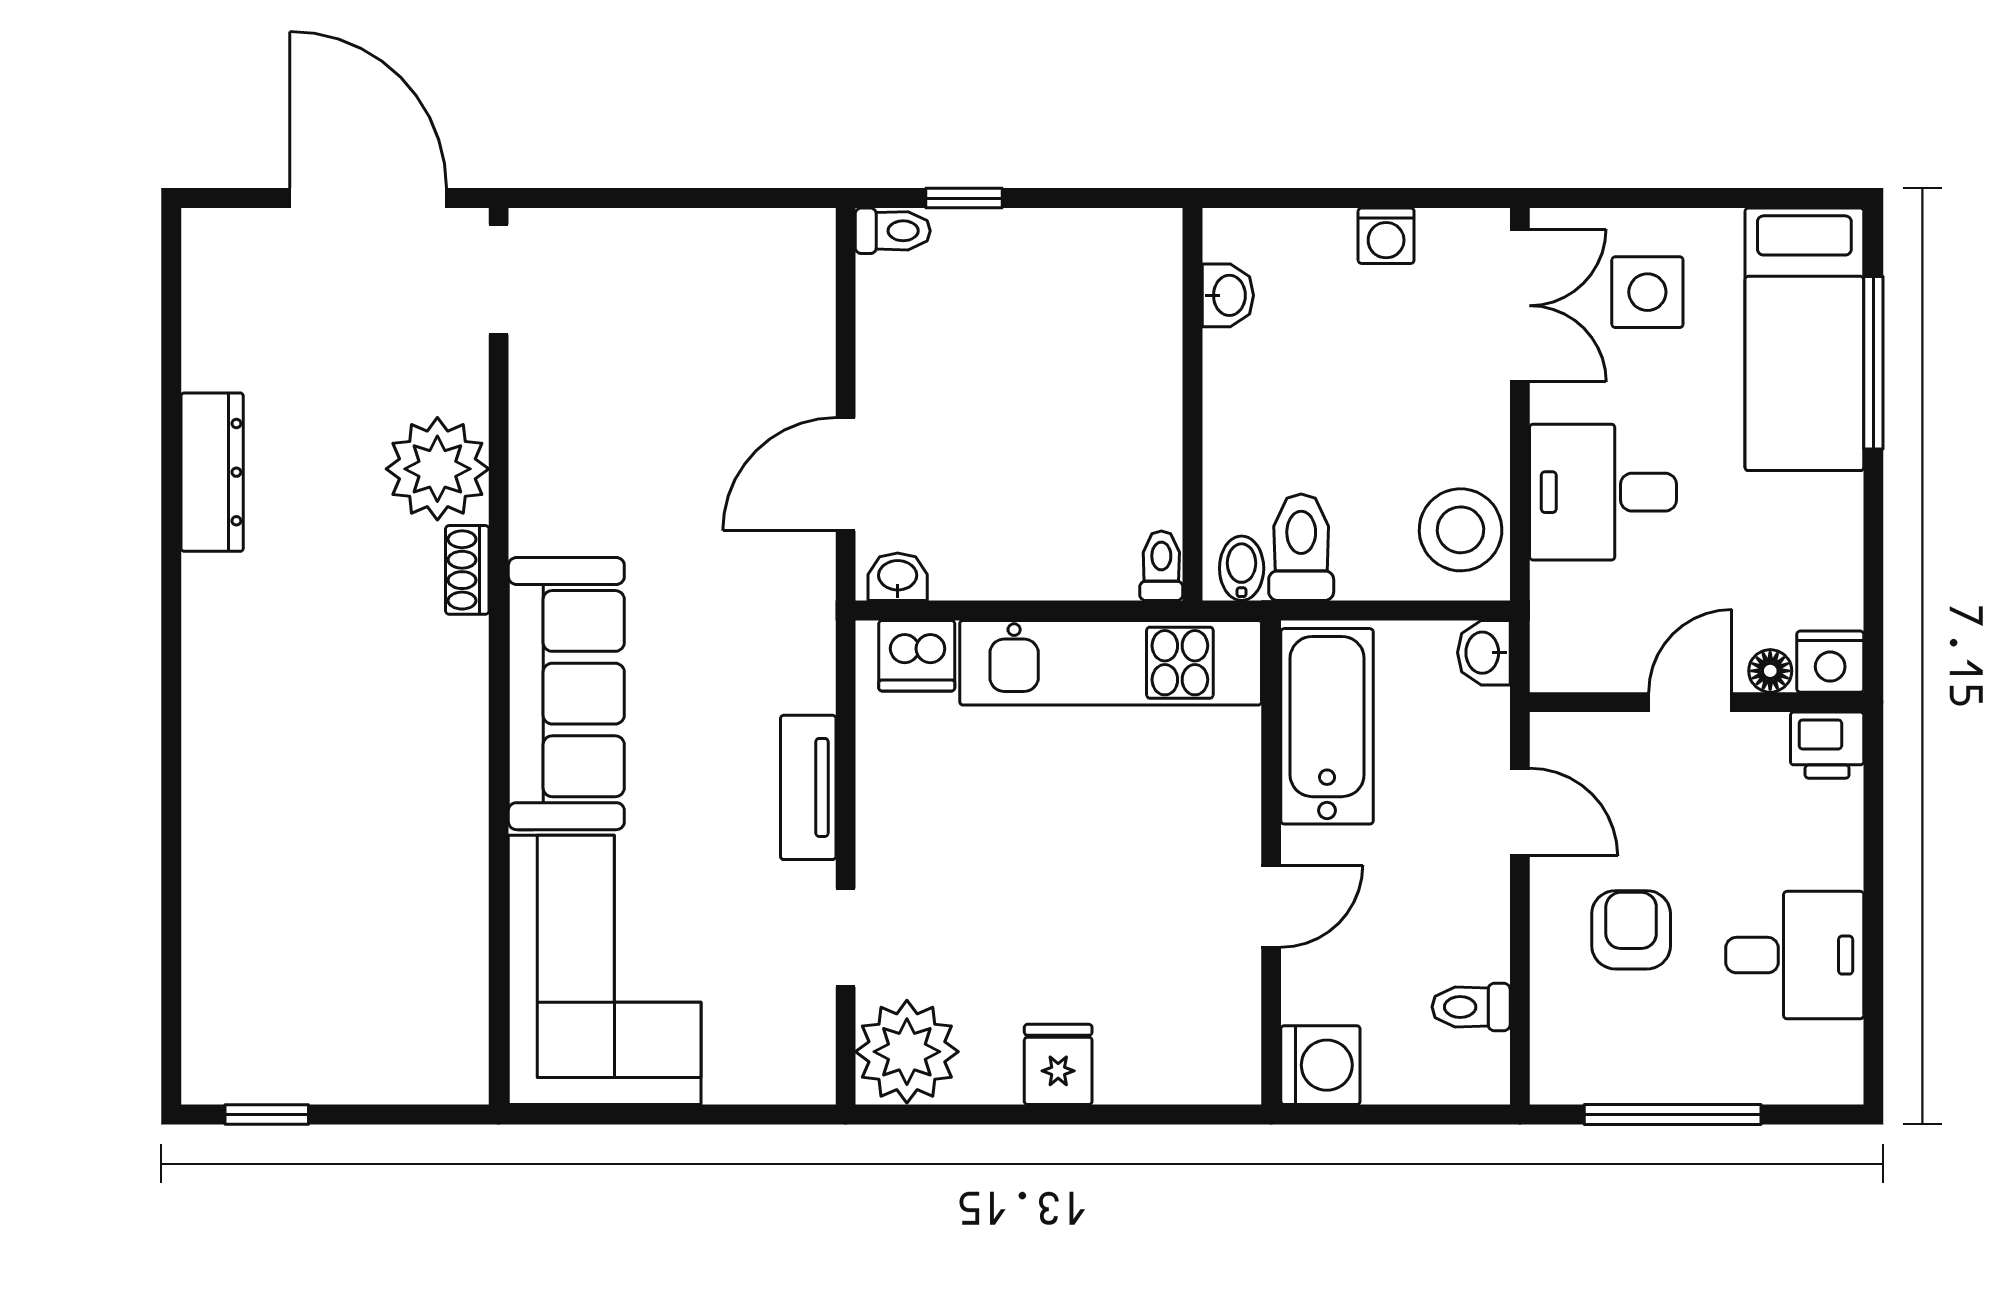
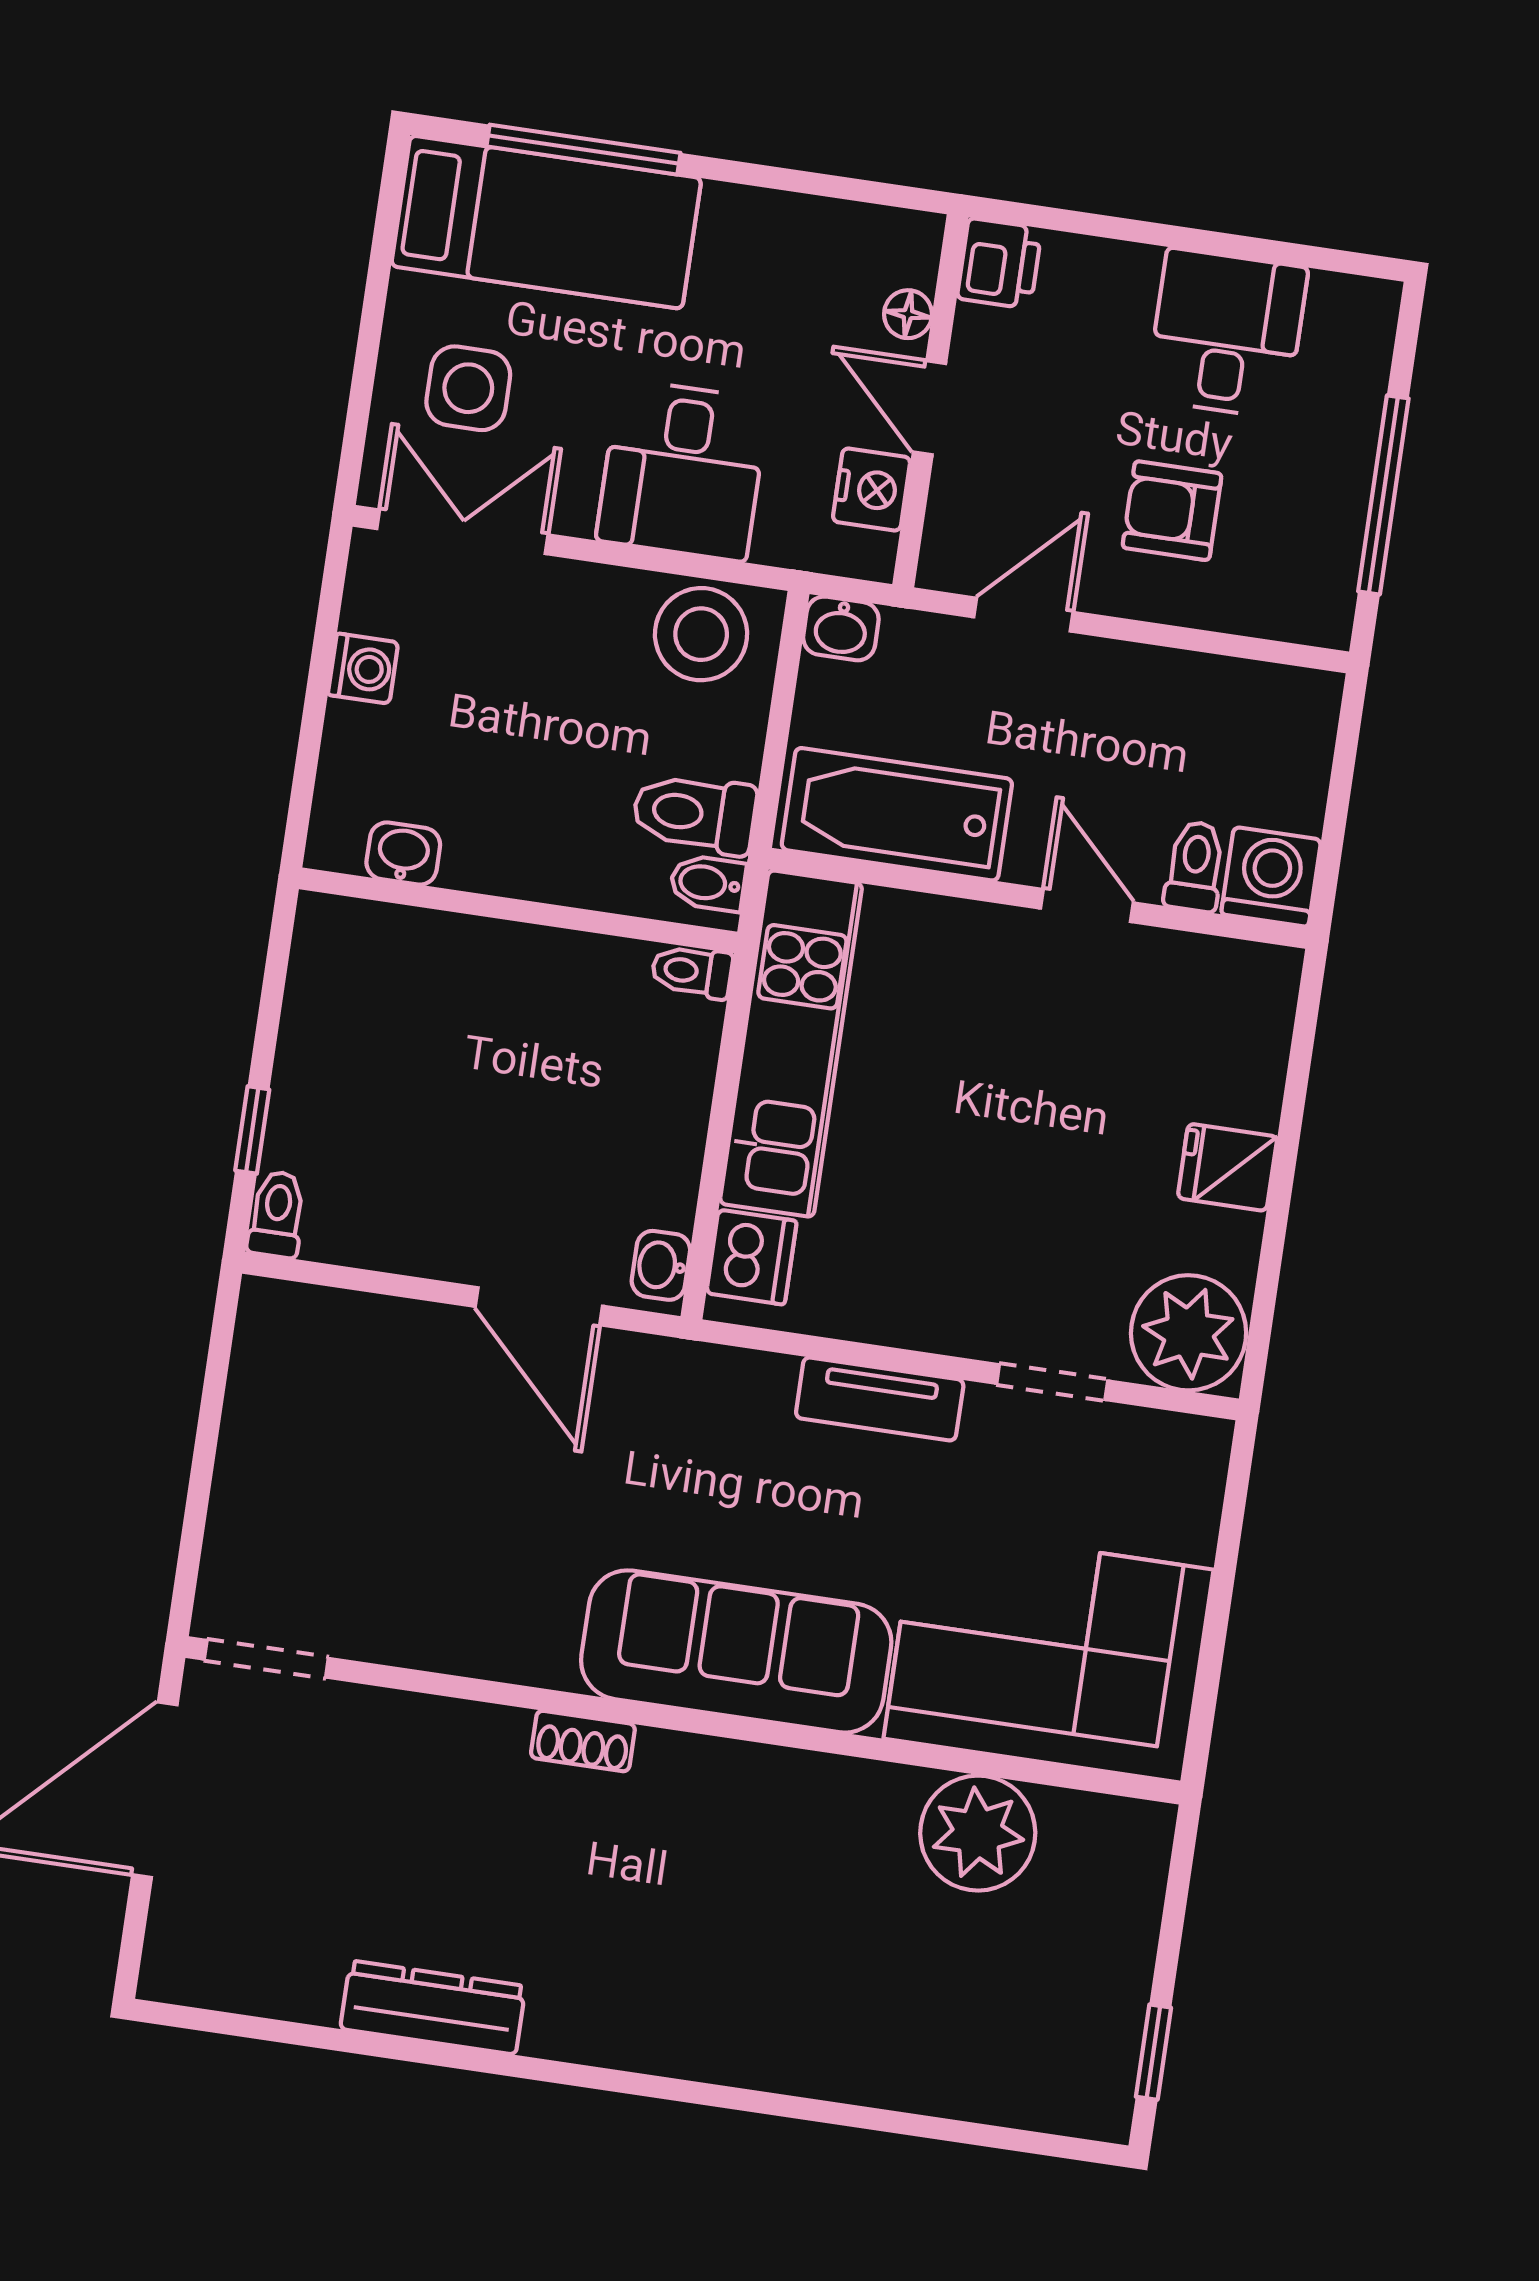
plant: (437, 469) -> (978, 1833), moved
nightstand: (1830, 662) -> (872, 490), moved
toilet: (1471, 1007) -> (1195, 866), moved, turned 180

